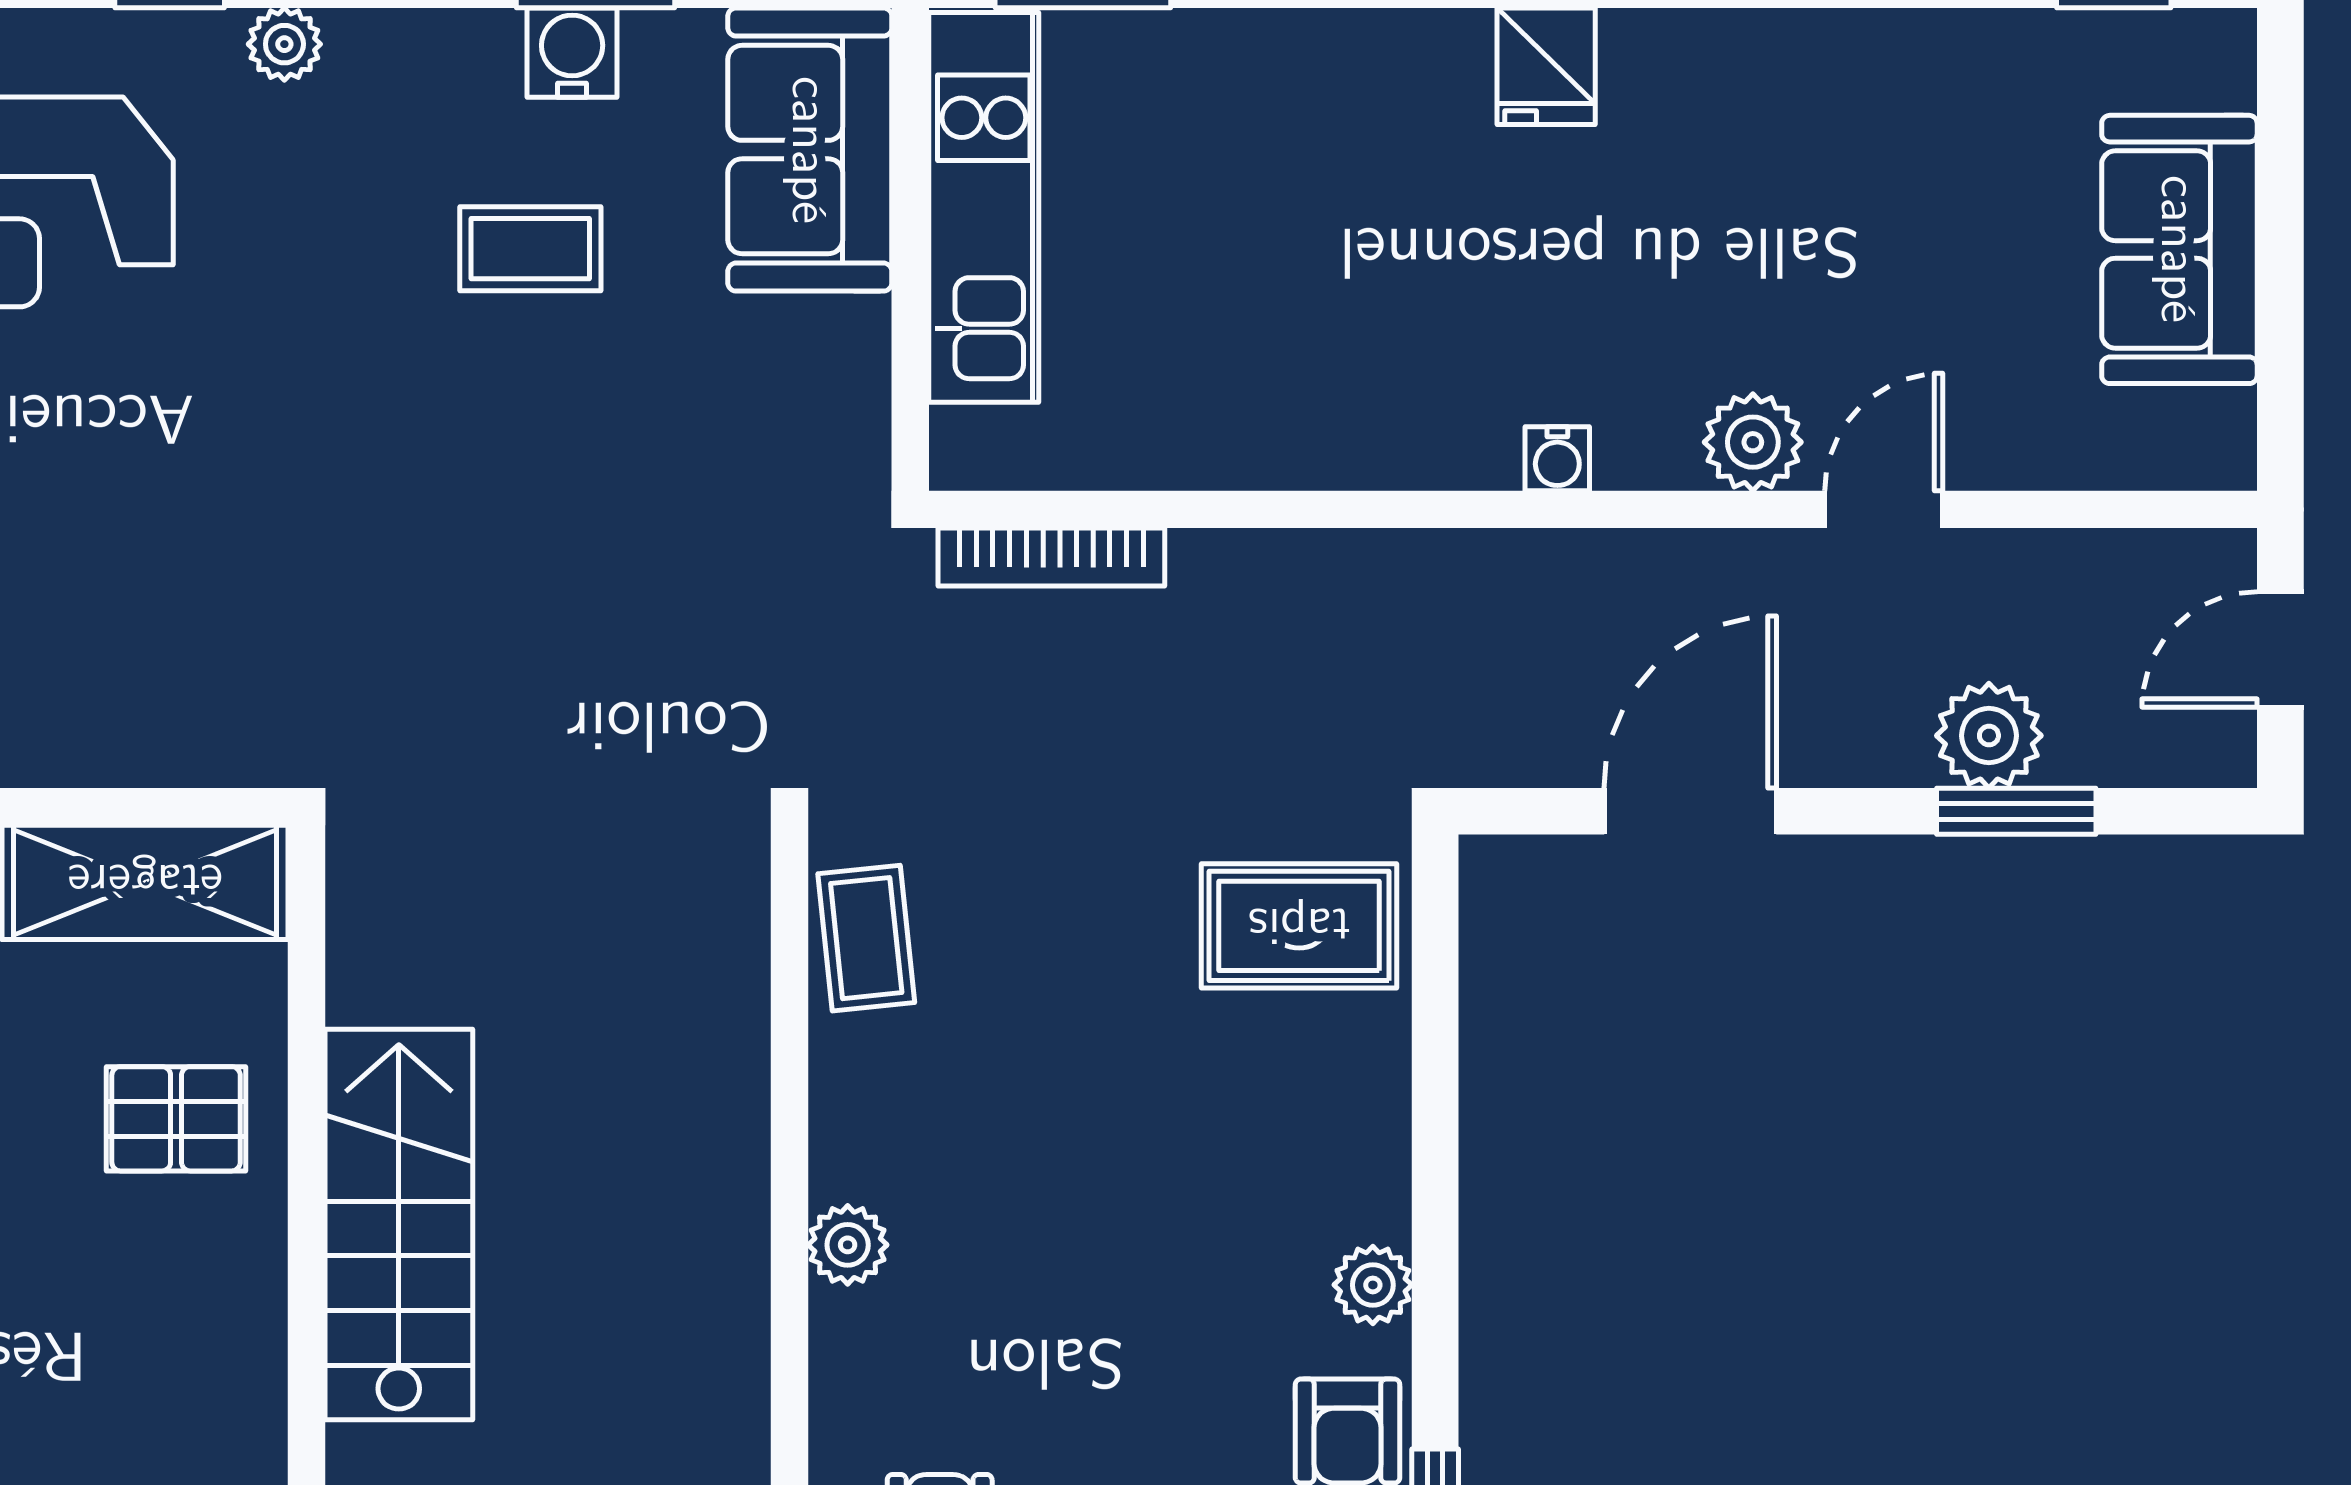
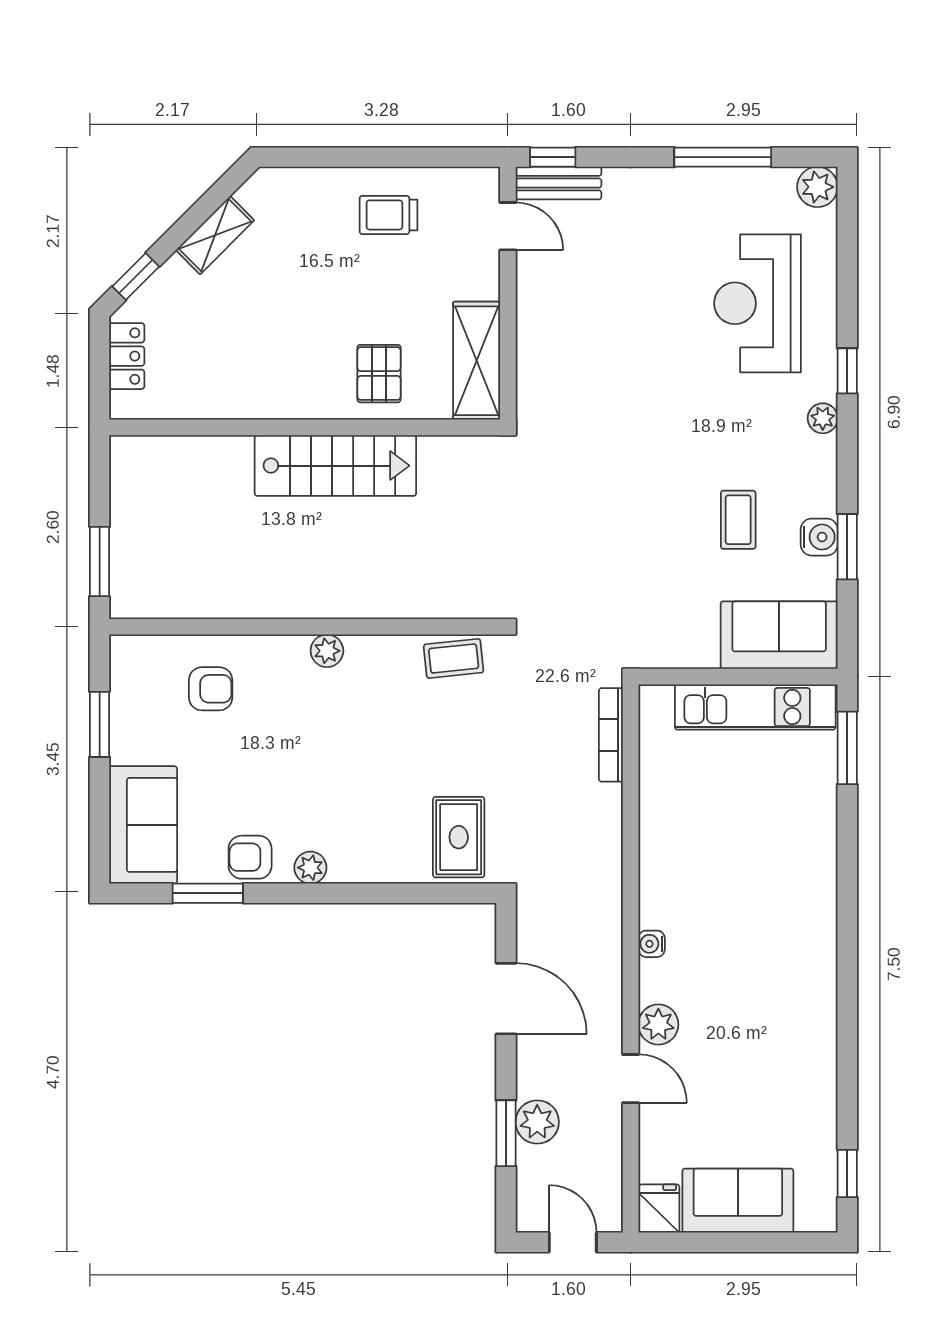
fridge: (1546, 66) -> (659, 1209), moved, turned 90

